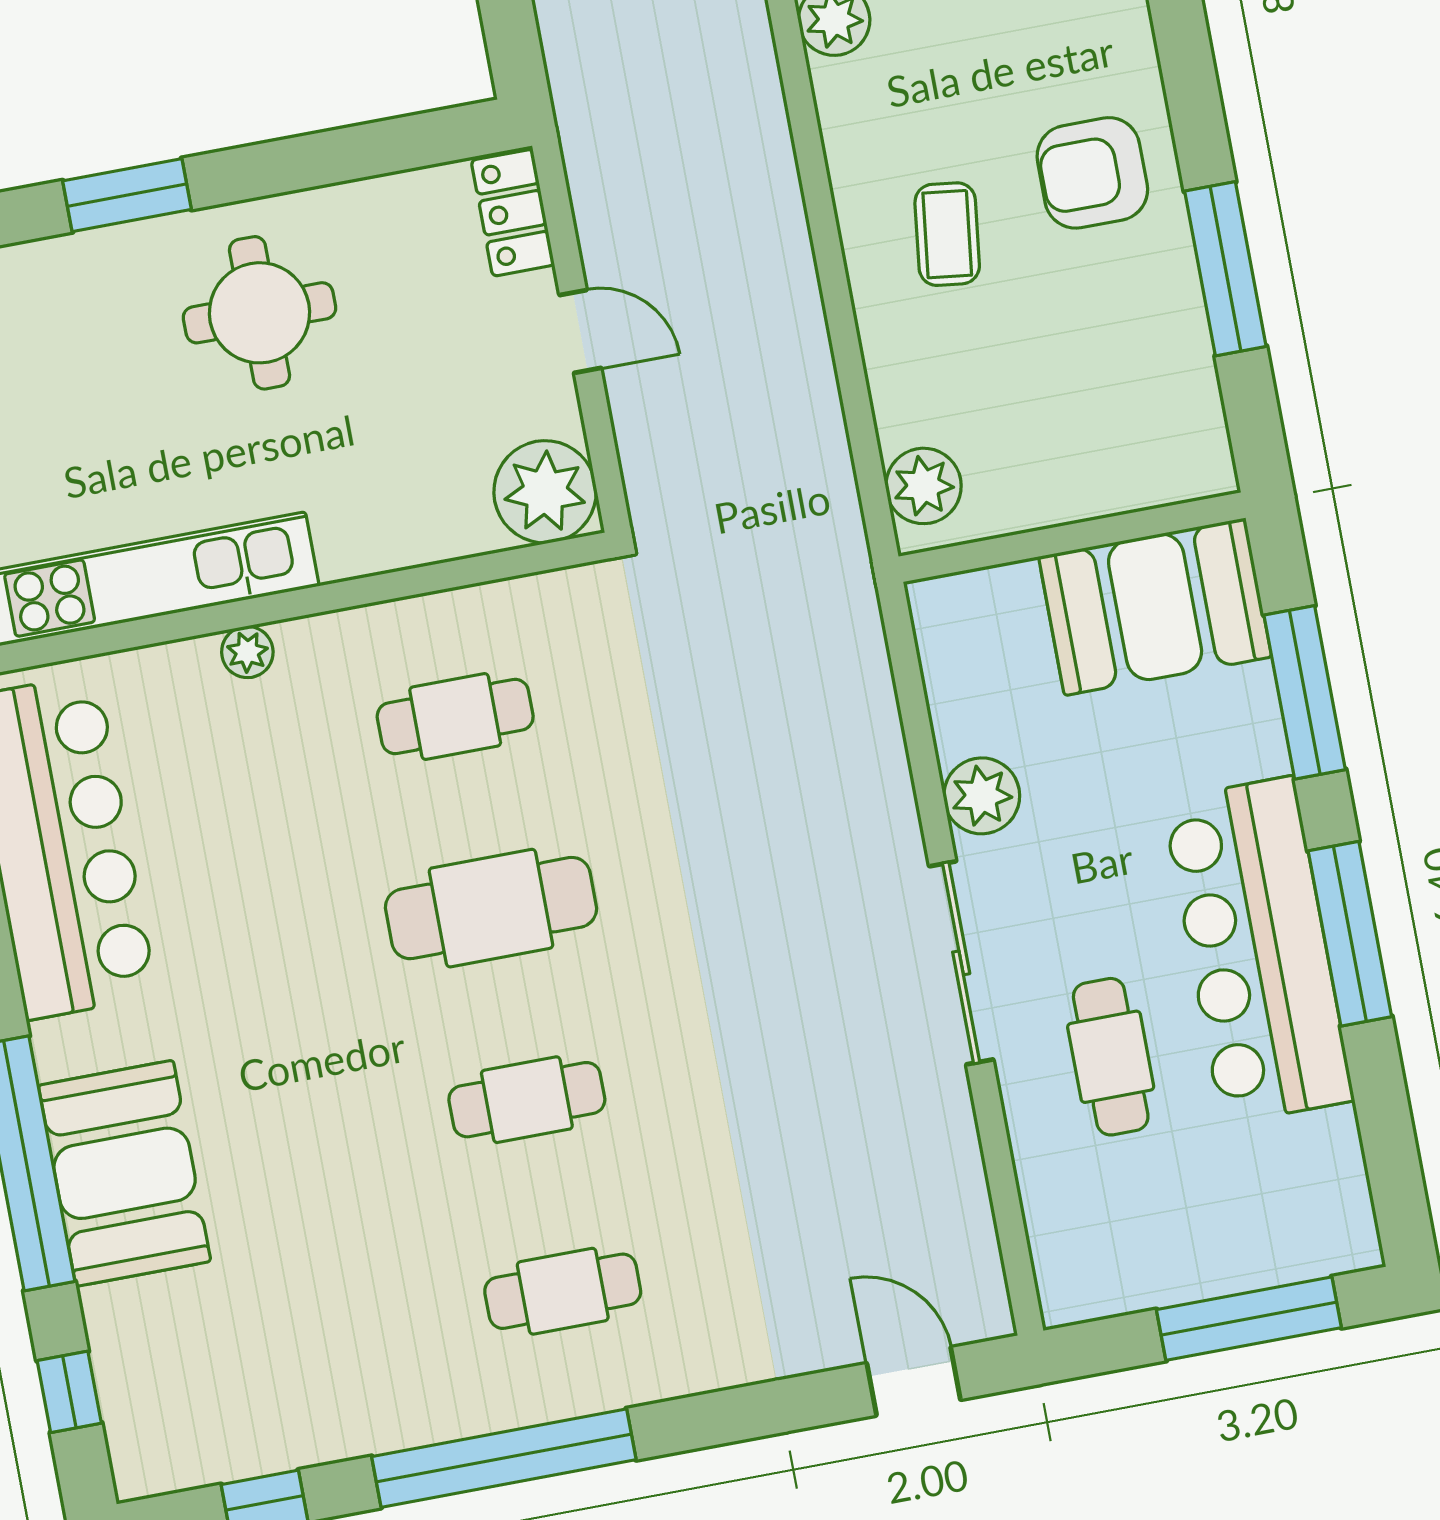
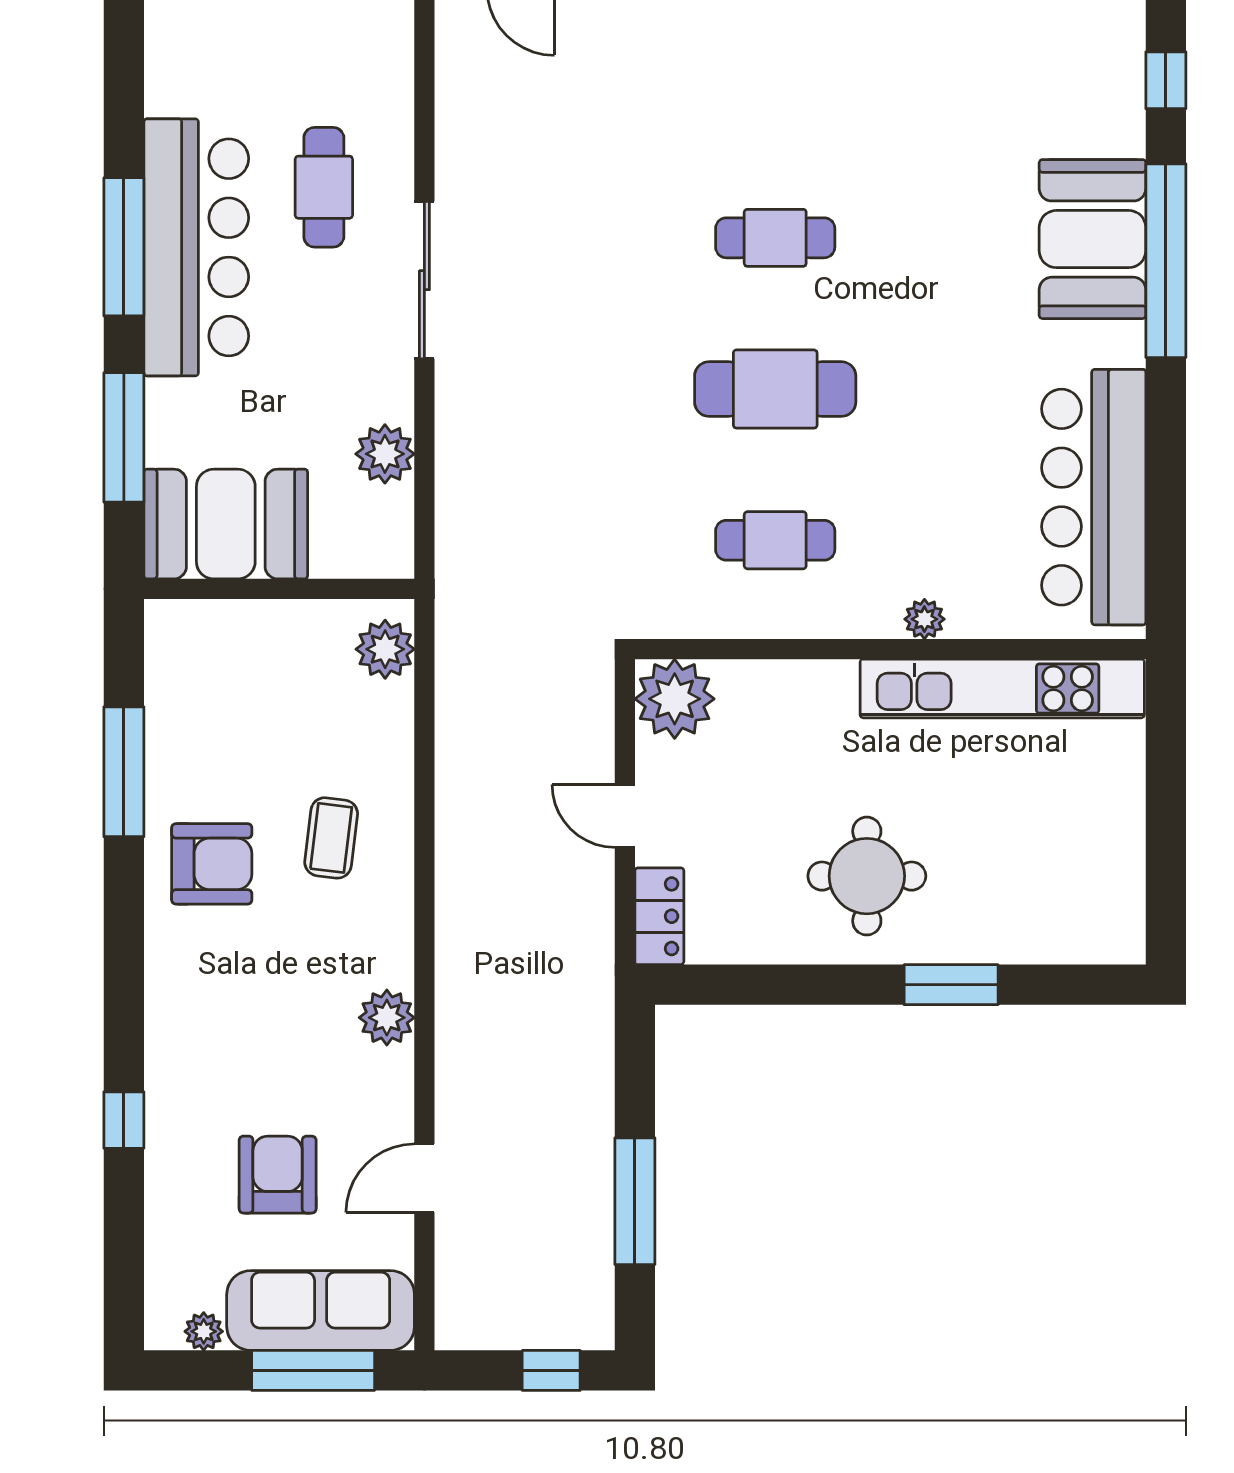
plant: (982, 796) -> (385, 454), moved
cafe table: (563, 1291) -> (775, 87), removed

